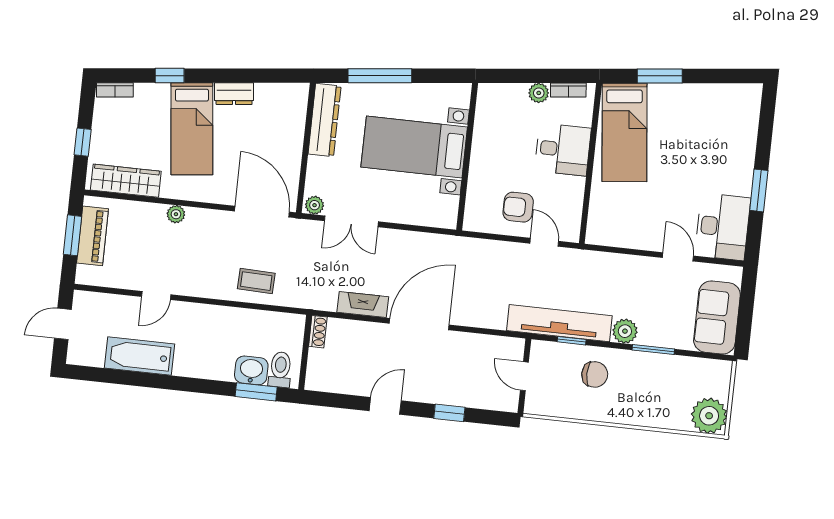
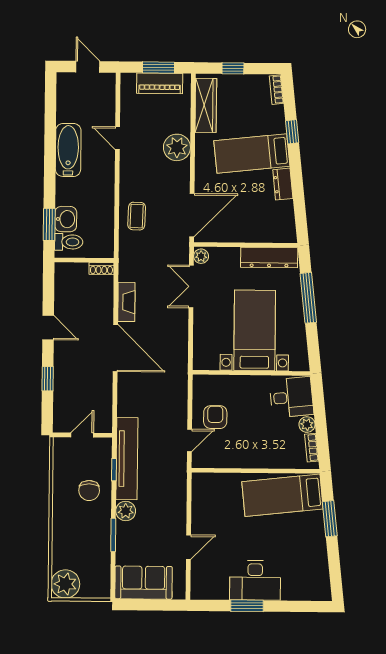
desk: (563, 149) -> (291, 397), moved, turned -96
plant: (176, 214) -> (177, 147), width x1.88, depth x1.88
desk: (723, 227) -> (255, 580), moved
bathtub: (139, 356) -> (68, 150), moved

